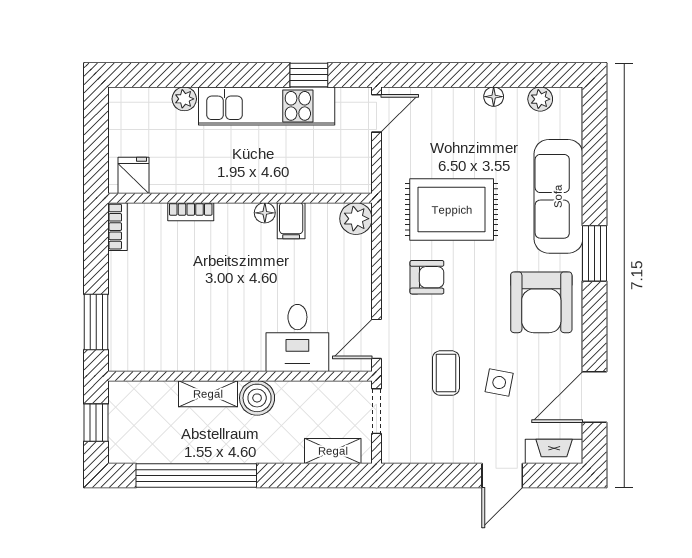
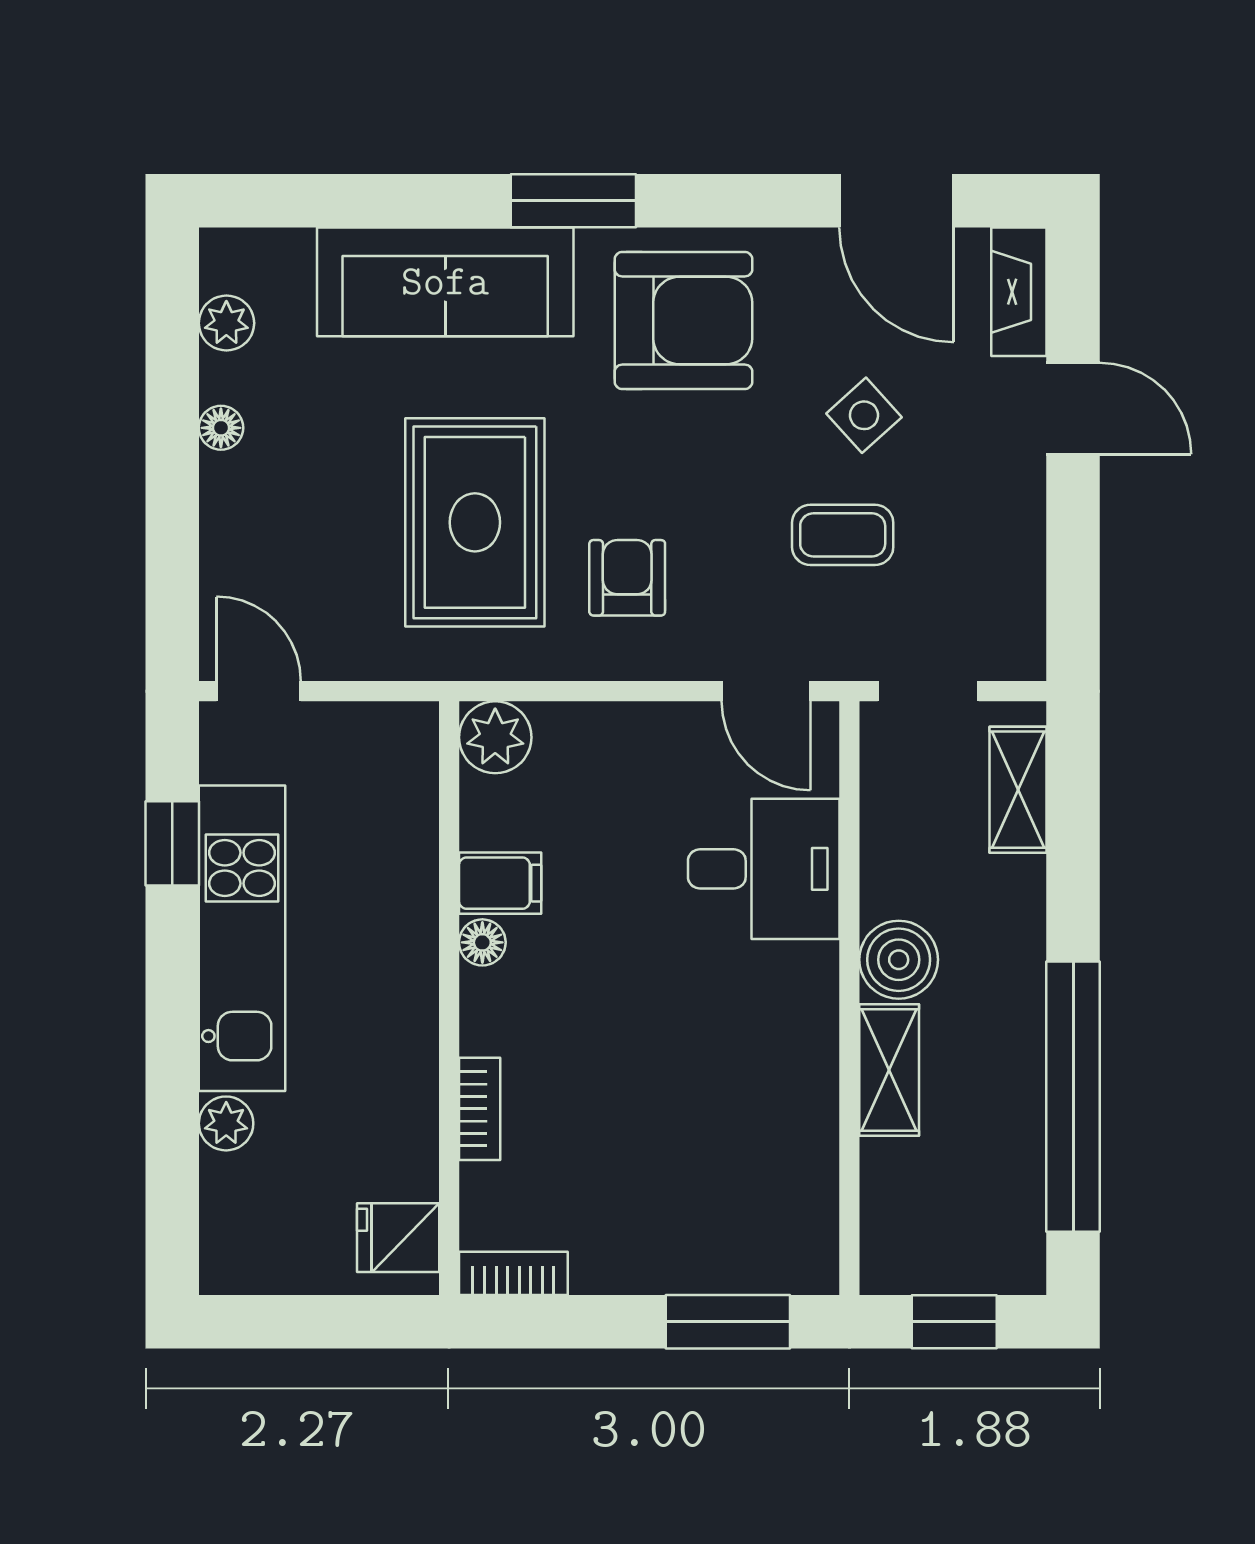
side table: (499, 383) -> (864, 415), turned 37

